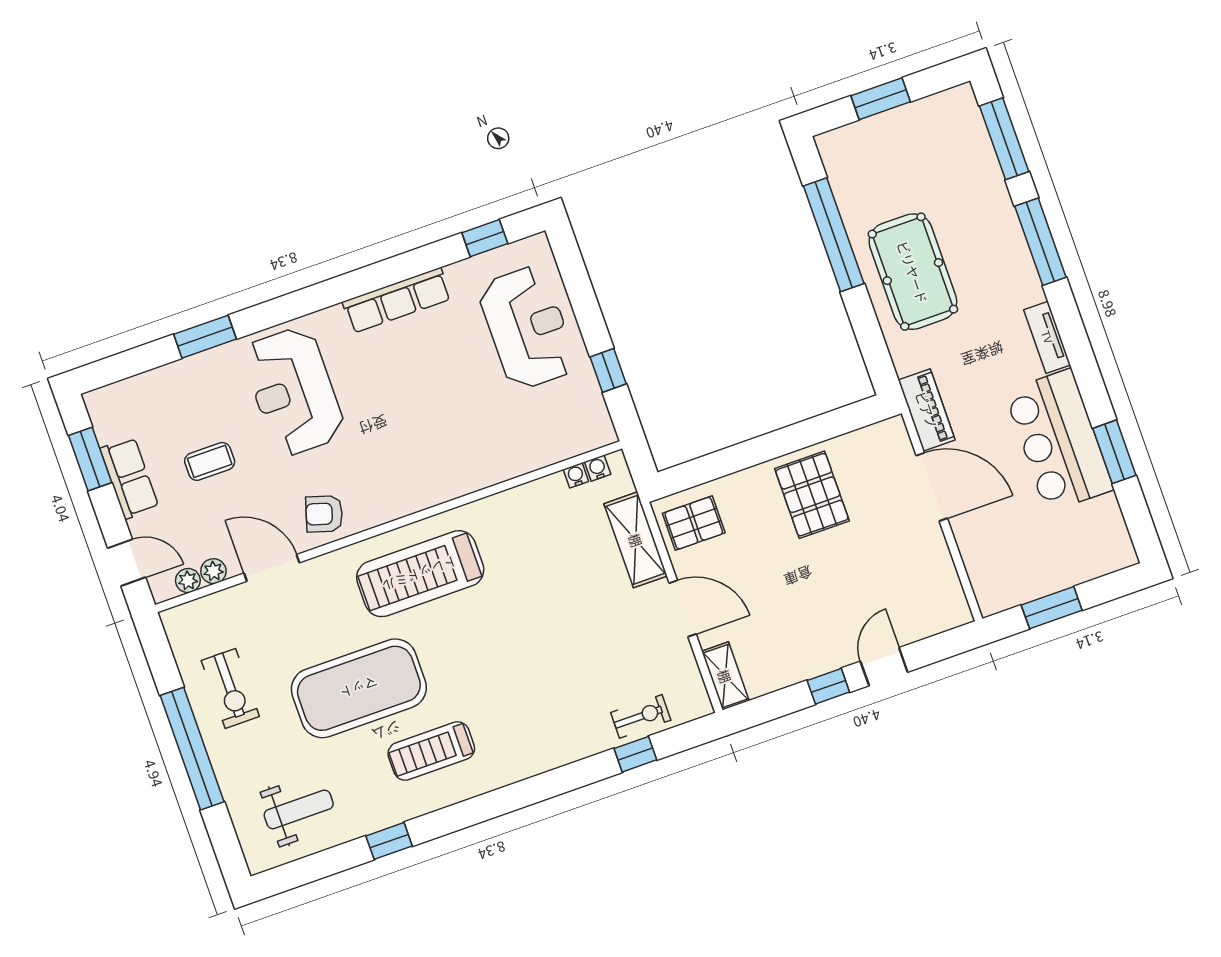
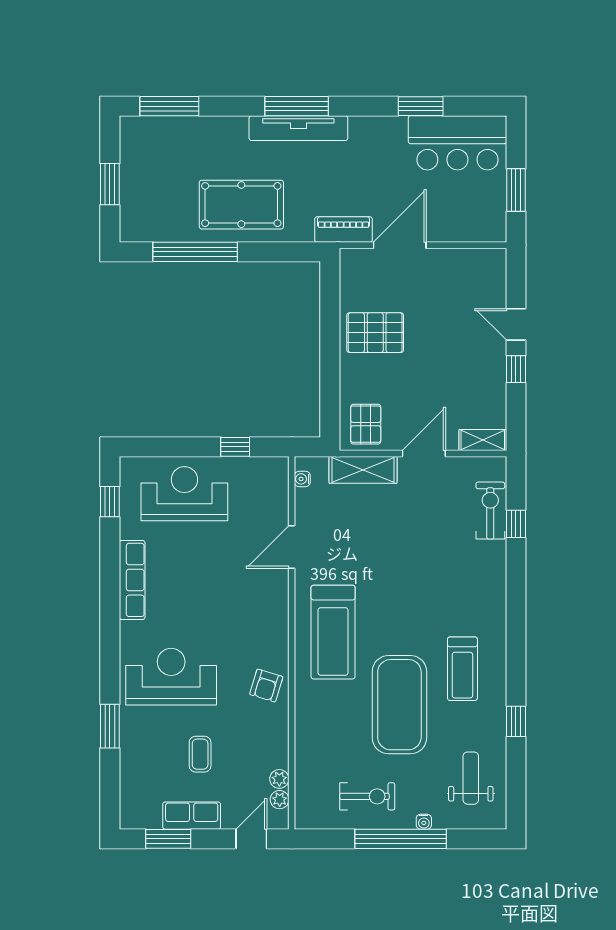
window: (1040, 242) -> (297, 106), moved
tv unit: (1047, 337) -> (298, 128), width x1.92, depth x1.29
reception desk: (293, 391) -> (171, 677), turned 180
bar counter: (1059, 441) -> (457, 143), moved
water cooler: (576, 475) -> (424, 822), moved, turned -90
door: (272, 568) -> (292, 547), moved
exercise bike: (641, 716) -> (490, 511), width x1.38, depth x1.39

